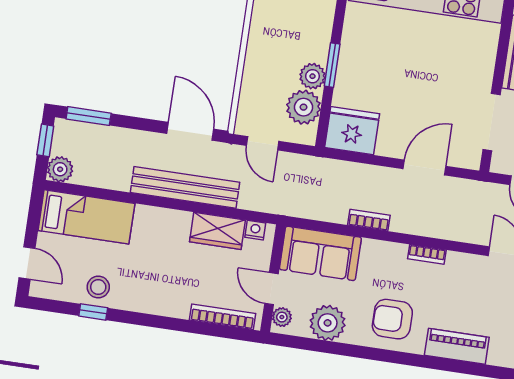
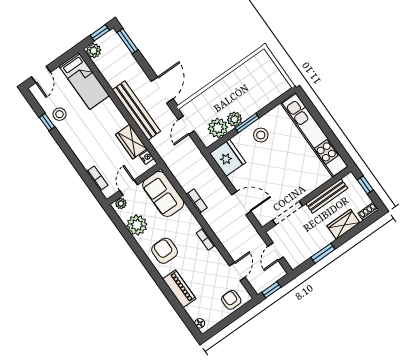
stool: (363, 62) -> (261, 135), added
bookcase: (223, 317) -> (97, 178), width x0.64

